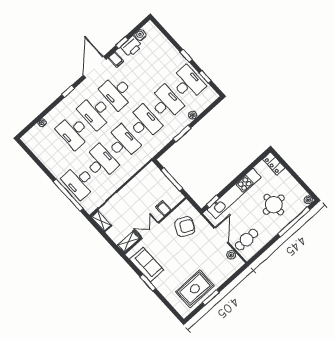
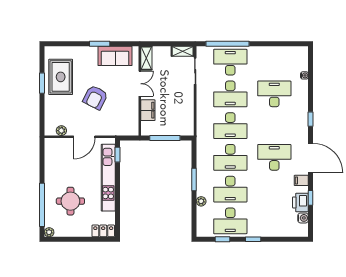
desk: (95, 112) -> (274, 126), removed
filing cabinet: (163, 208) -> (148, 110), width x2.00
armchair: (185, 227) -> (95, 97), moved
door: (221, 235) -> (84, 137), hinge flipped
cafe table: (247, 240) -> (62, 154), removed

